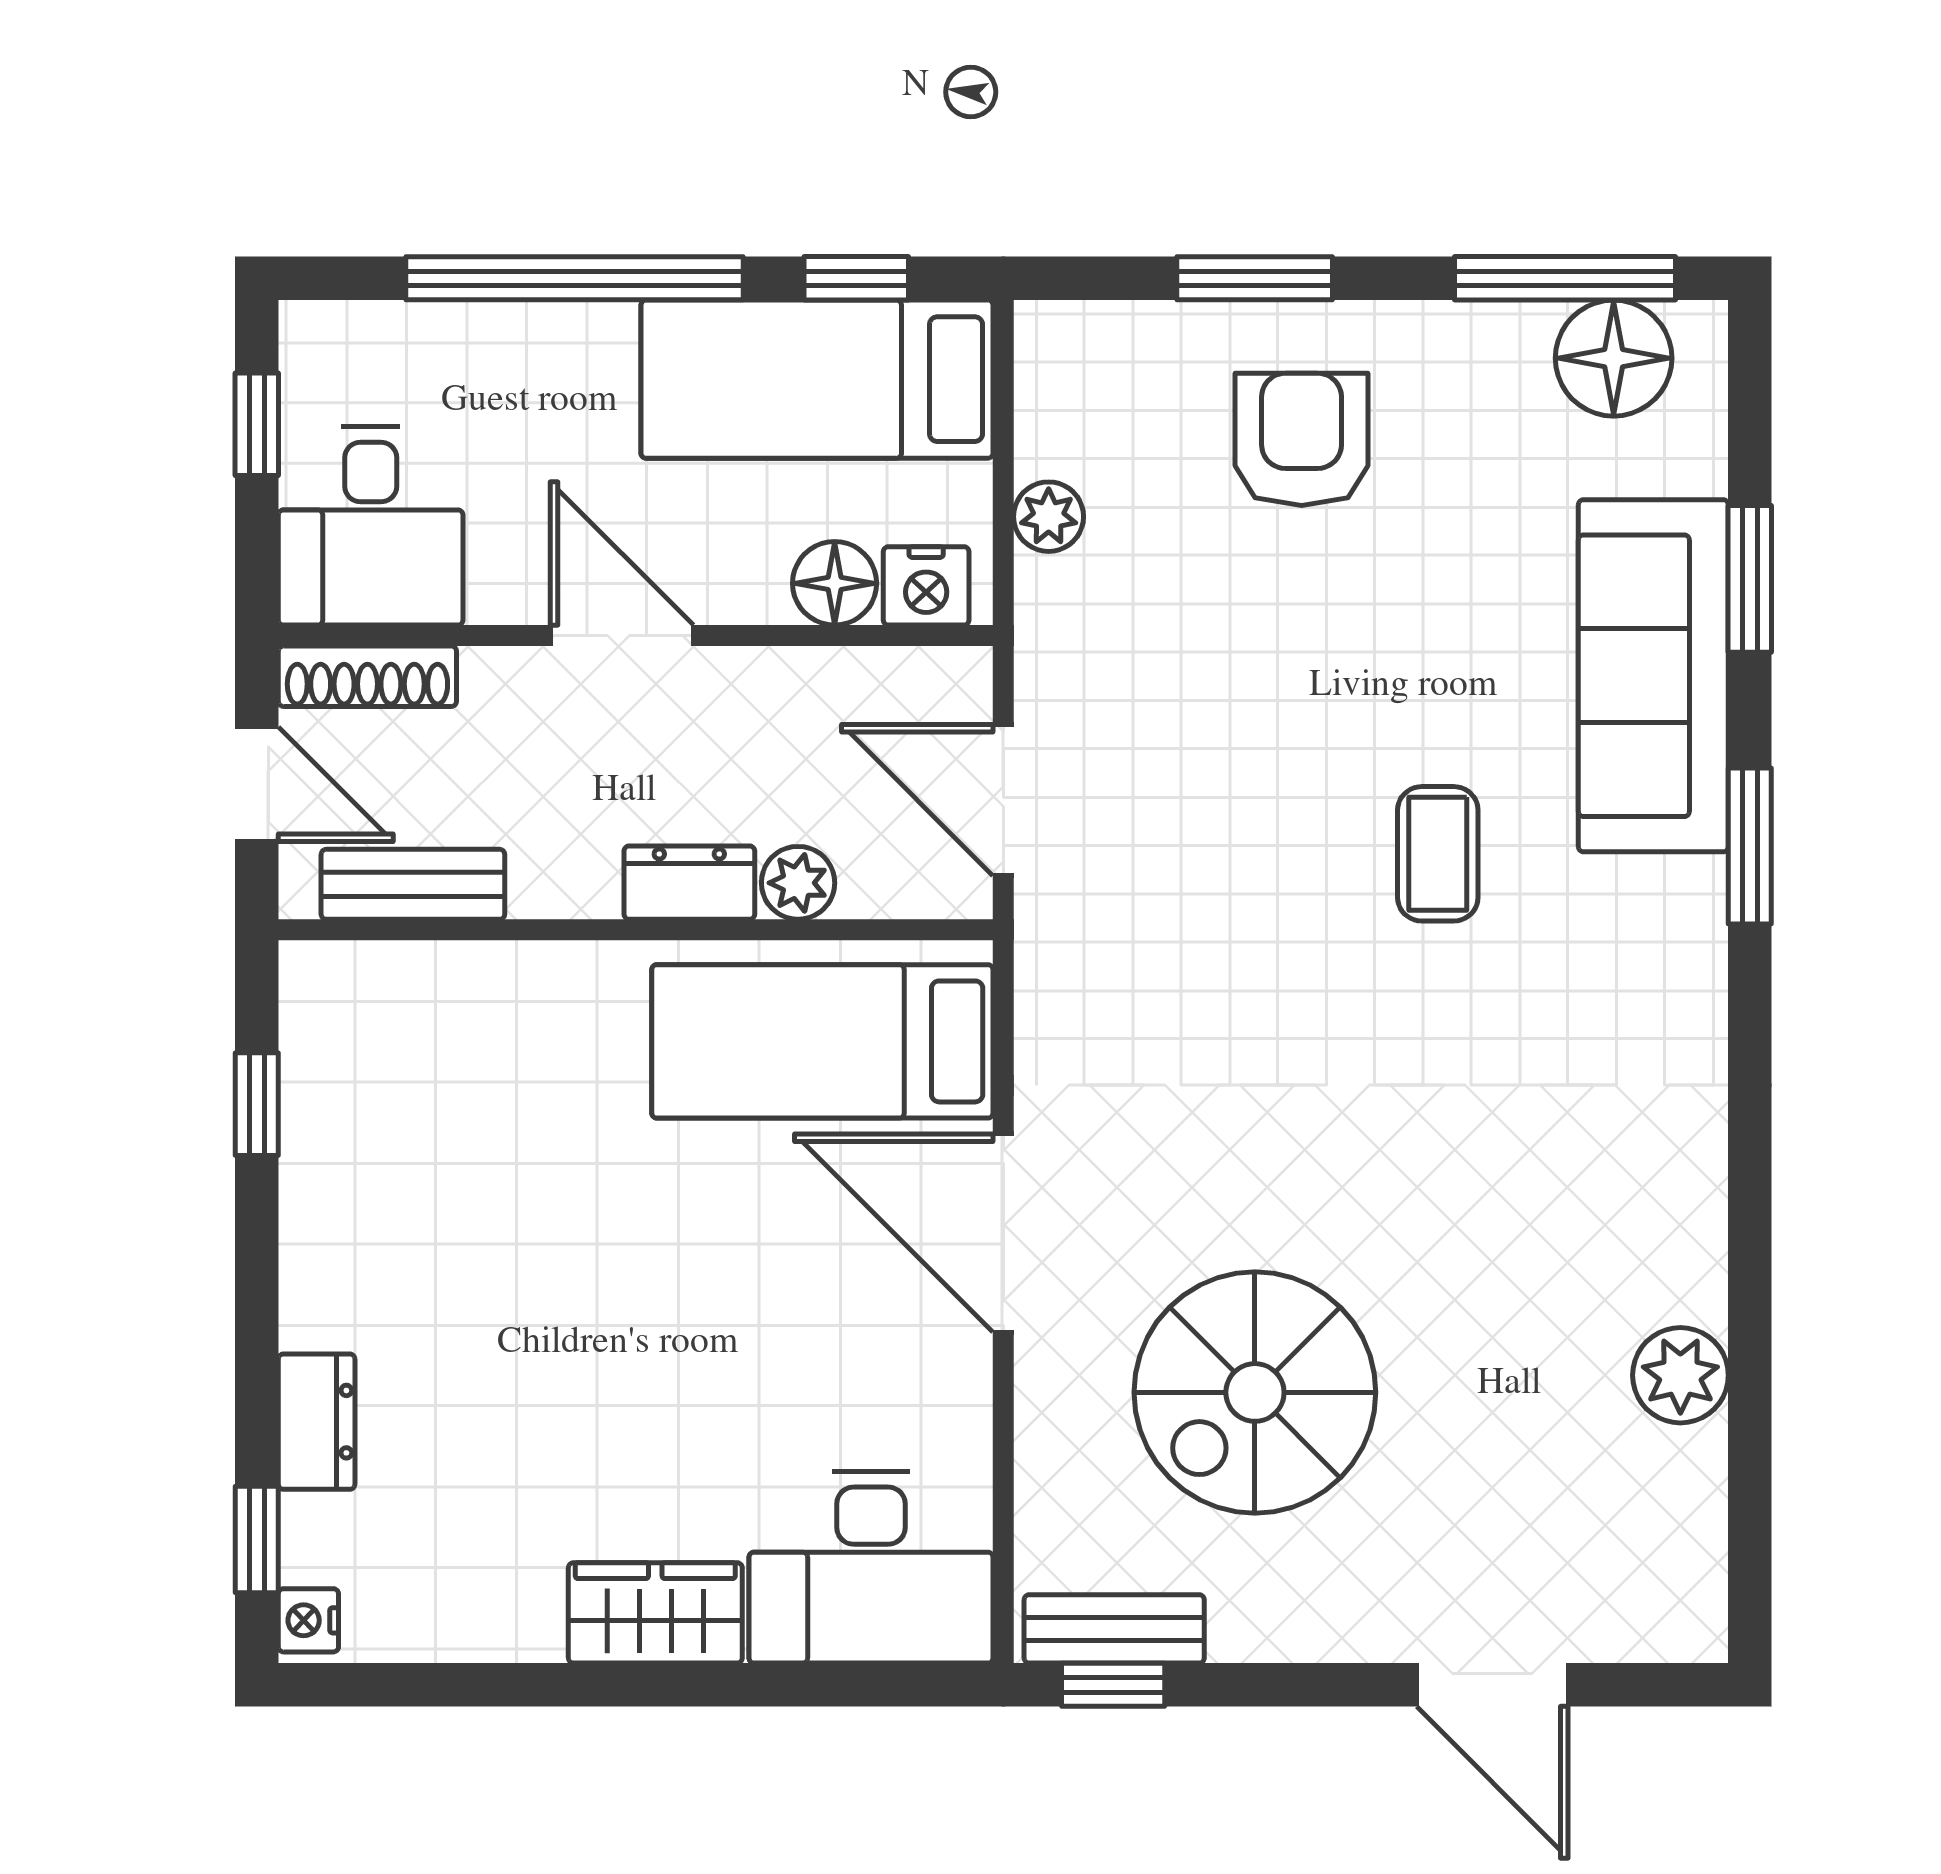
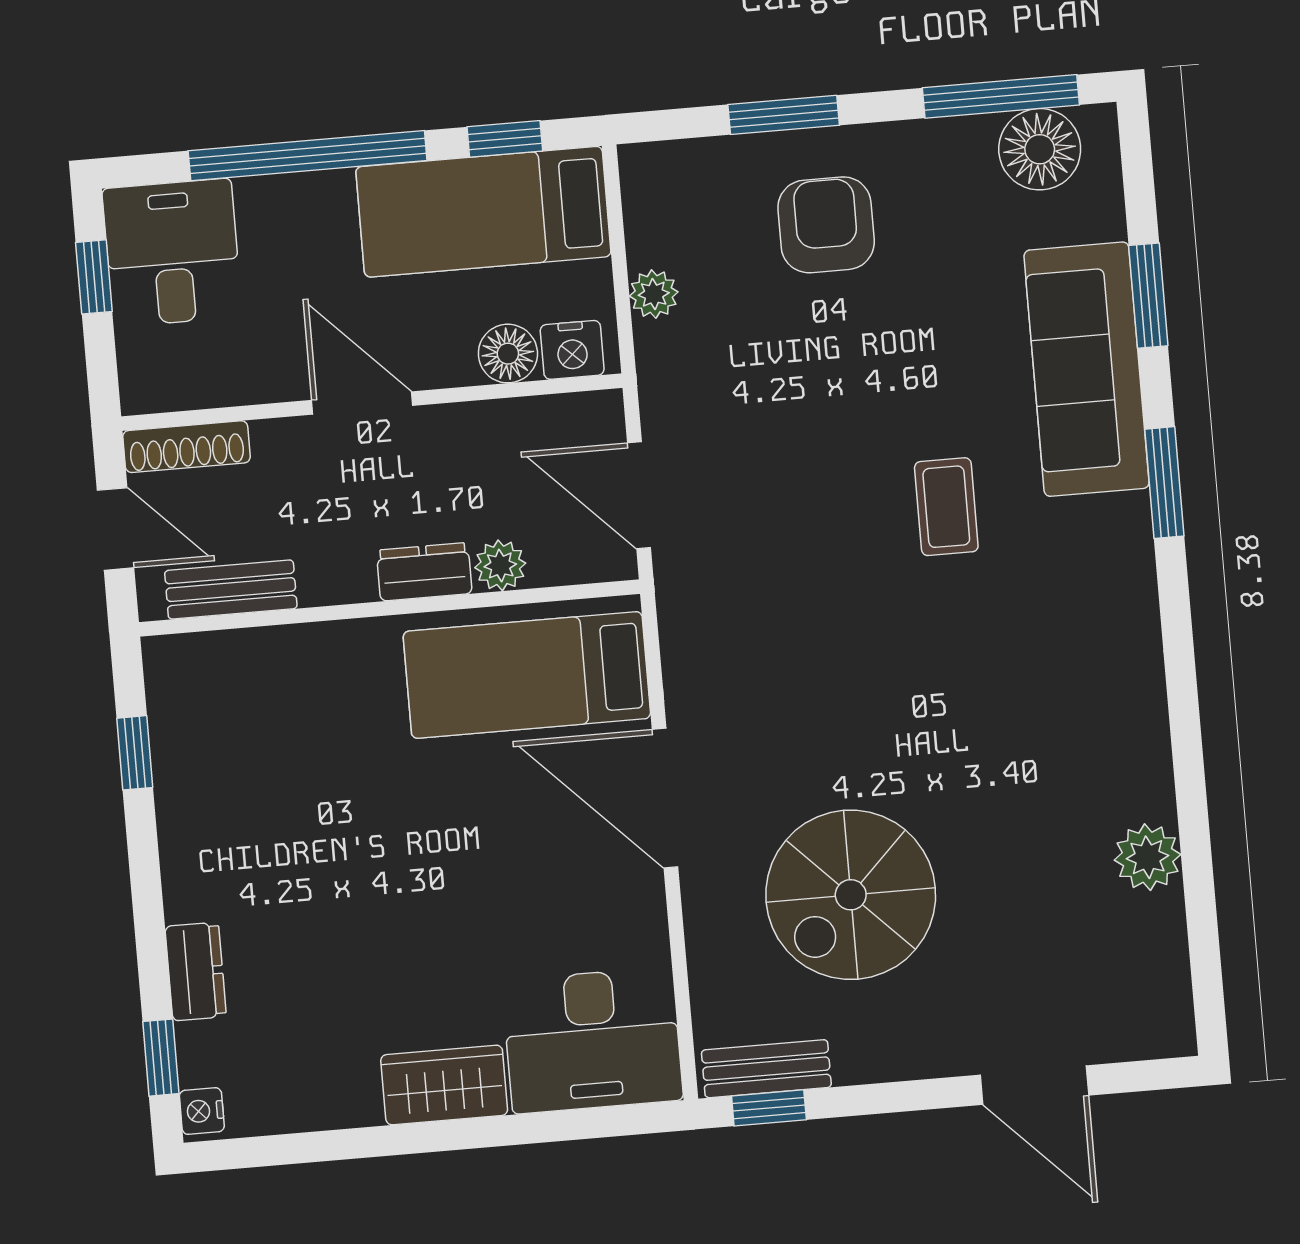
desk: (371, 526) -> (172, 253), moved, turned 180

